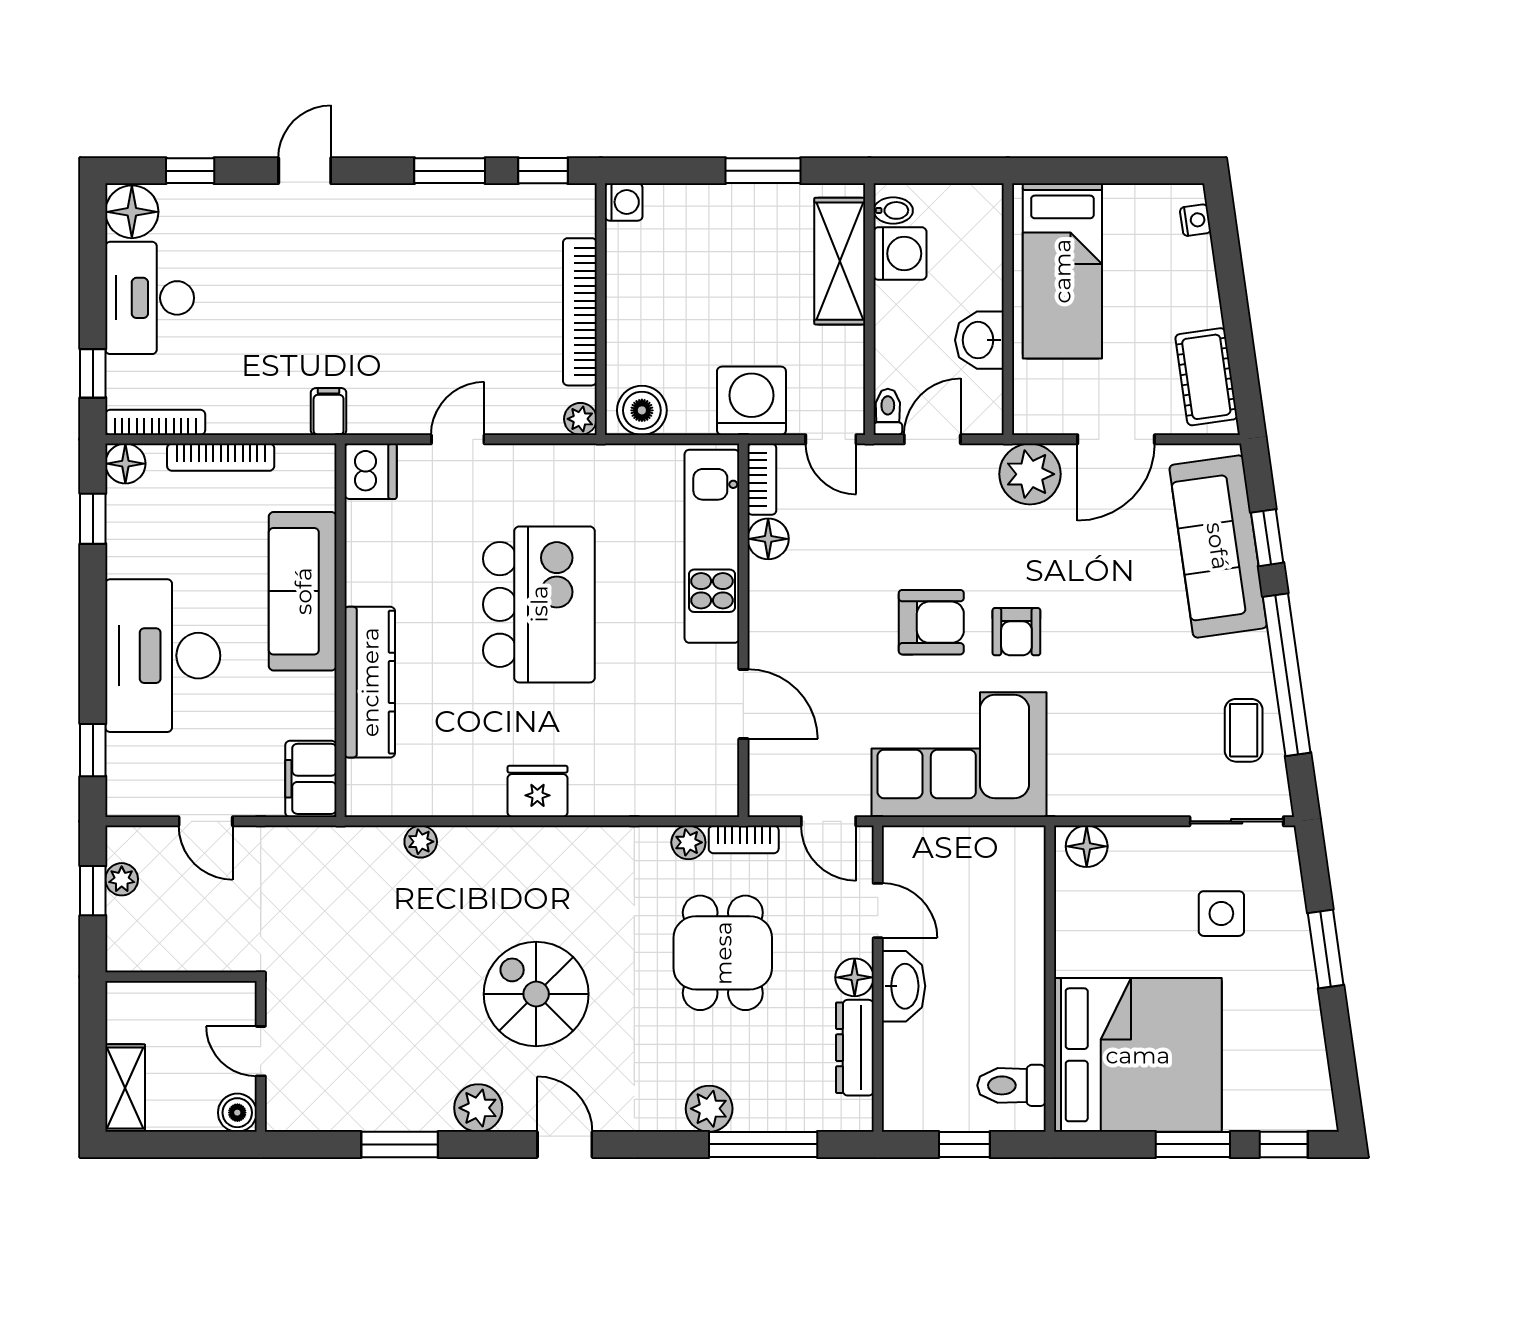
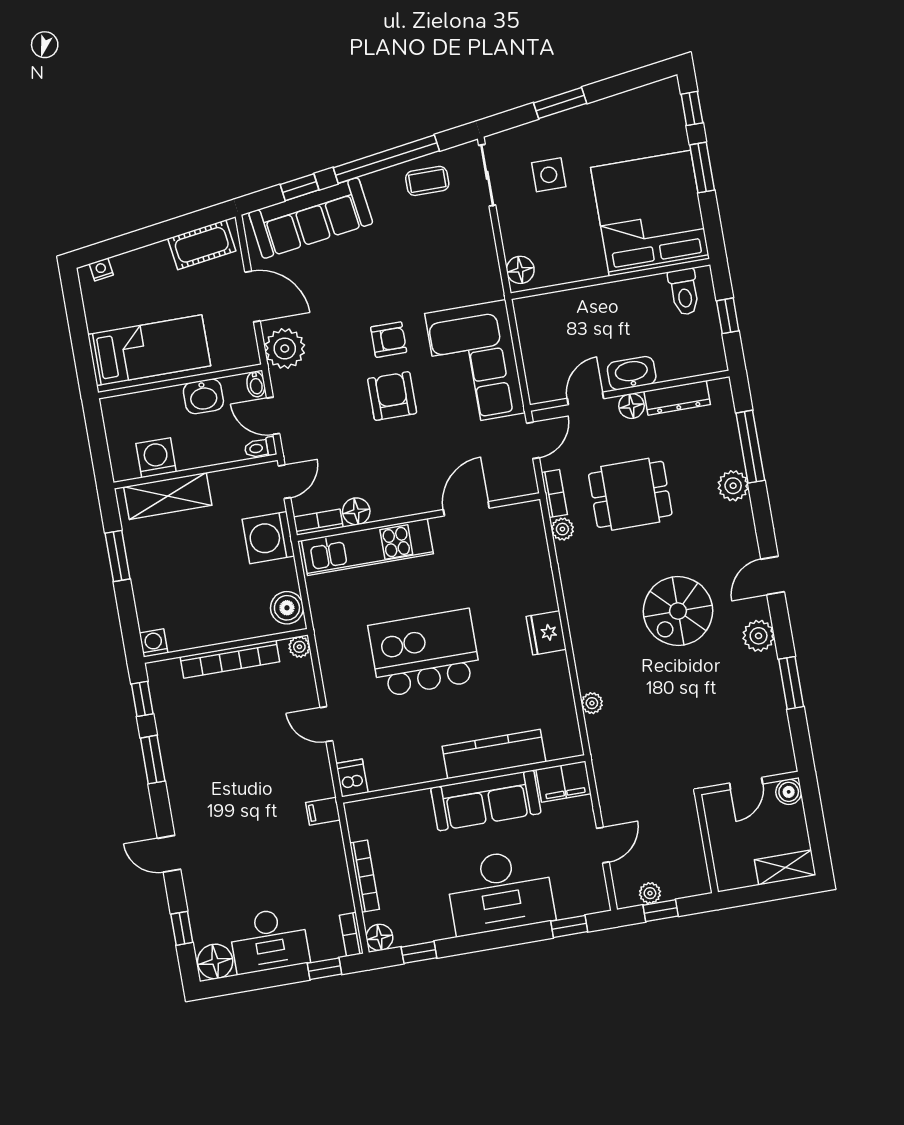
bidet: (893, 210) -> (256, 384), moved, turned 180
bookcase: (155, 422) -> (351, 934), width x0.64
dishwasher: (371, 471) -> (352, 778), width x0.73
sofa: (303, 591) -> (486, 800), moved

